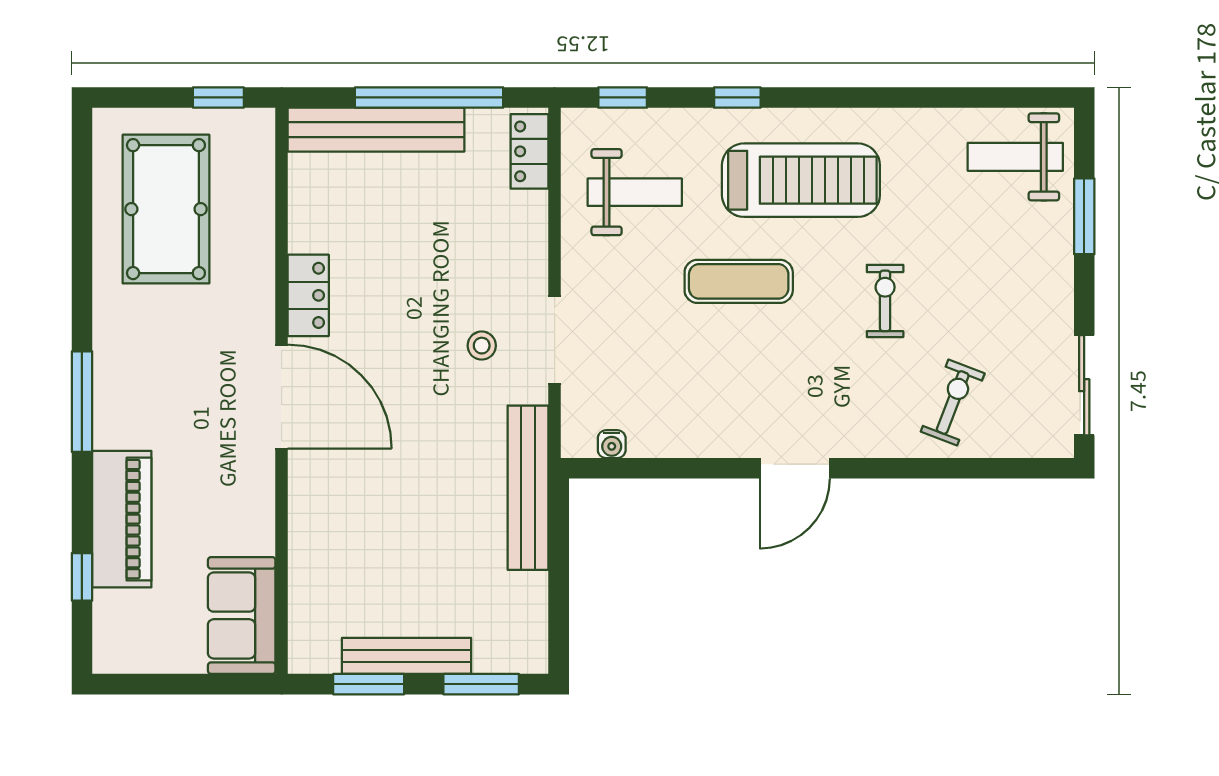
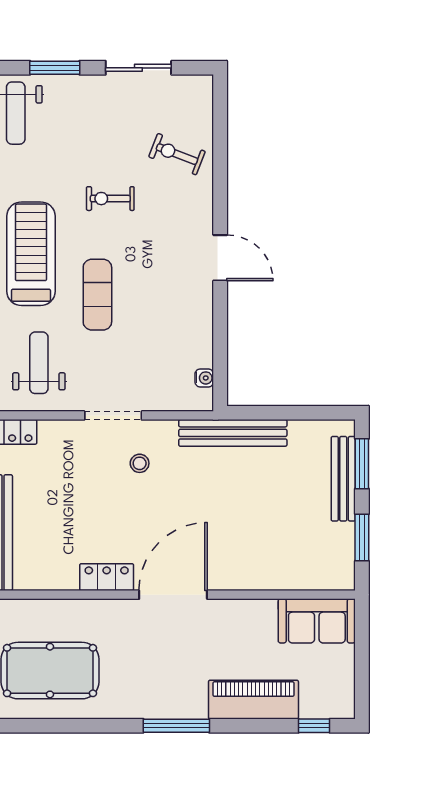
doorway: (555, 340) -> (113, 415), moved
sliding door: (1084, 385) -> (138, 68), moved
window: (82, 577) -> (314, 726), moved
bench: (407, 656) -> (343, 479), moved

